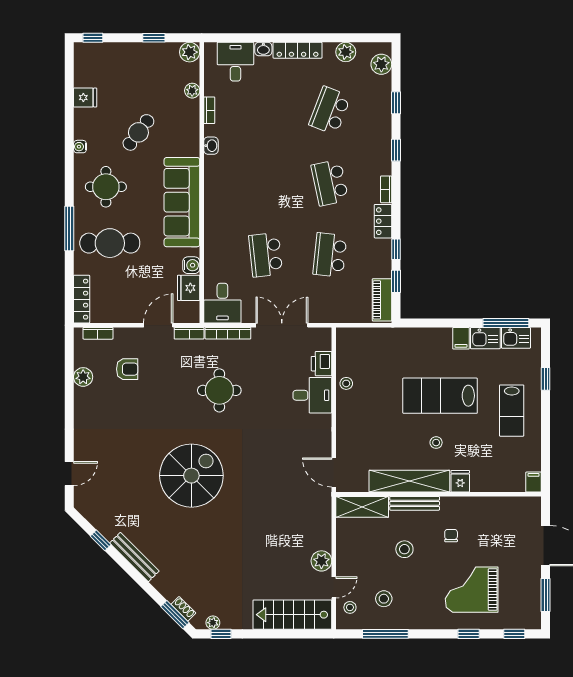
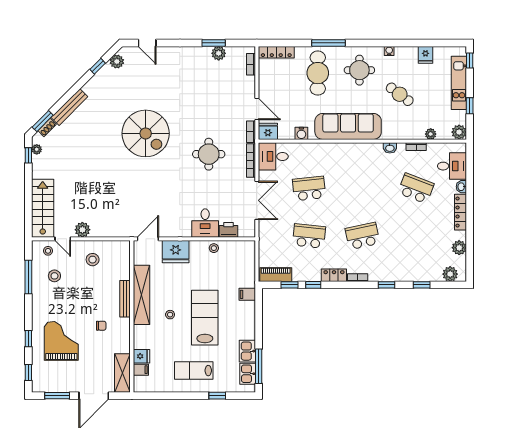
kitchen unit: (123, 52) -> (459, 83), added
school desk: (330, 111) -> (416, 188), moved
fridge: (189, 288) -> (268, 131), moved
filing cabinet: (461, 338) -> (247, 294), moved
armchair: (127, 369) -> (224, 86), removed
window: (69, 384) -> (214, 43), added
fridge: (351, 435) -> (176, 252), added
fridge: (460, 481) -> (141, 356), moved
filing cabinet: (534, 482) -> (141, 370), moved
shelving: (362, 507) -> (122, 373), moved
plant: (94, 514) -> (117, 61), added
stool: (404, 549) -> (93, 260), moved
bench: (134, 557) -> (69, 107), moved

